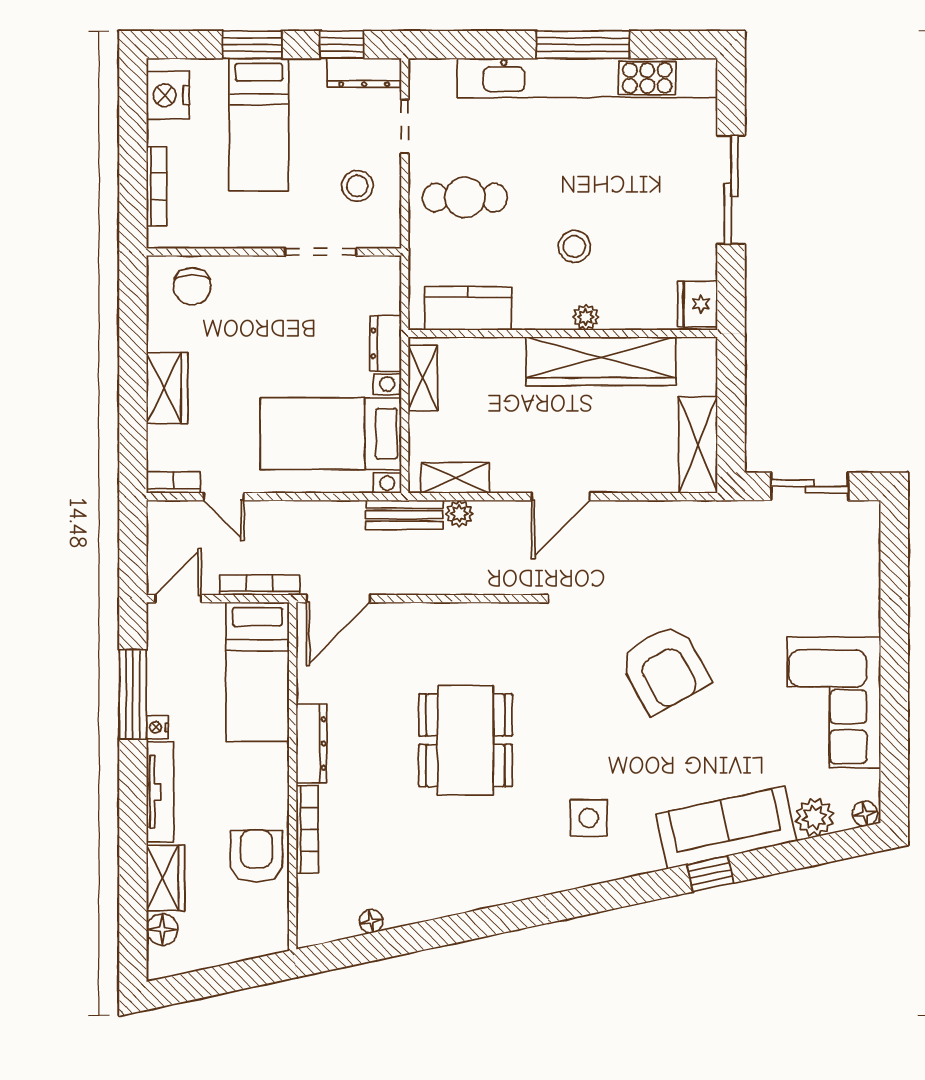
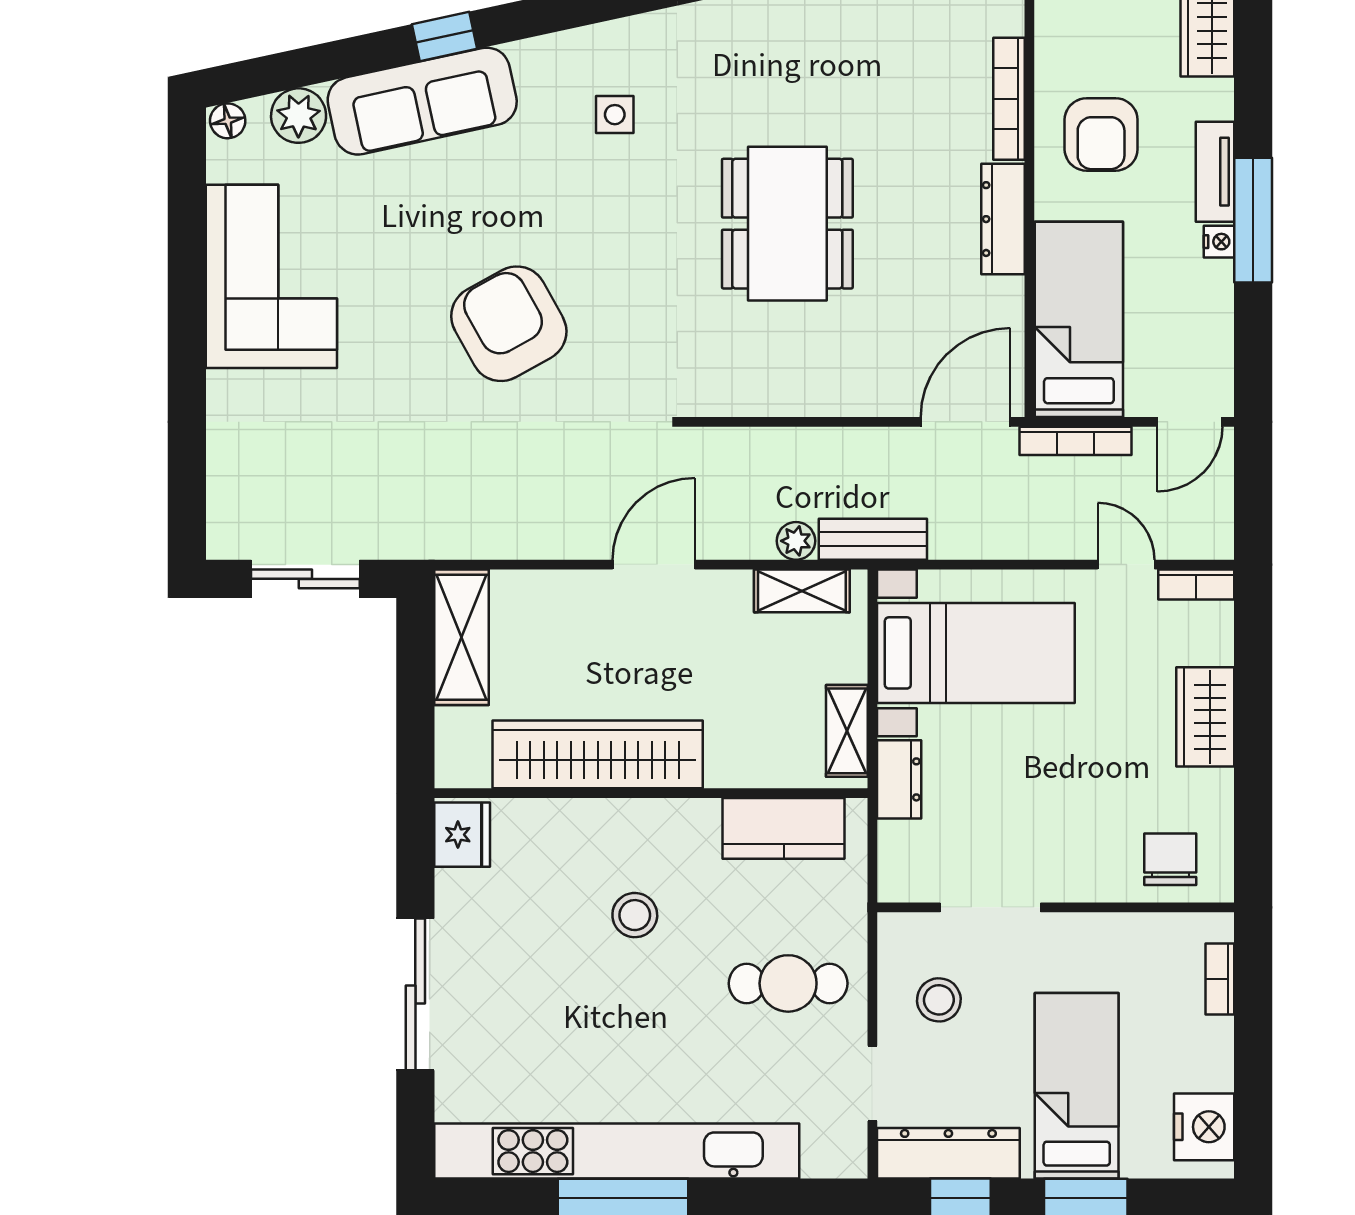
dresser: (364, 73) -> (948, 1153), width x1.37, depth x1.24
bookcase: (157, 186) -> (1220, 979), width x0.64
plant: (586, 317) -> (619, 816), removed
window: (133, 694) -> (1253, 220), moved
tv unit: (160, 792) -> (1215, 172), width x0.71
side table: (589, 818) -> (615, 115), width x0.73, depth x0.73
armchair: (256, 856) -> (1101, 134), moved

